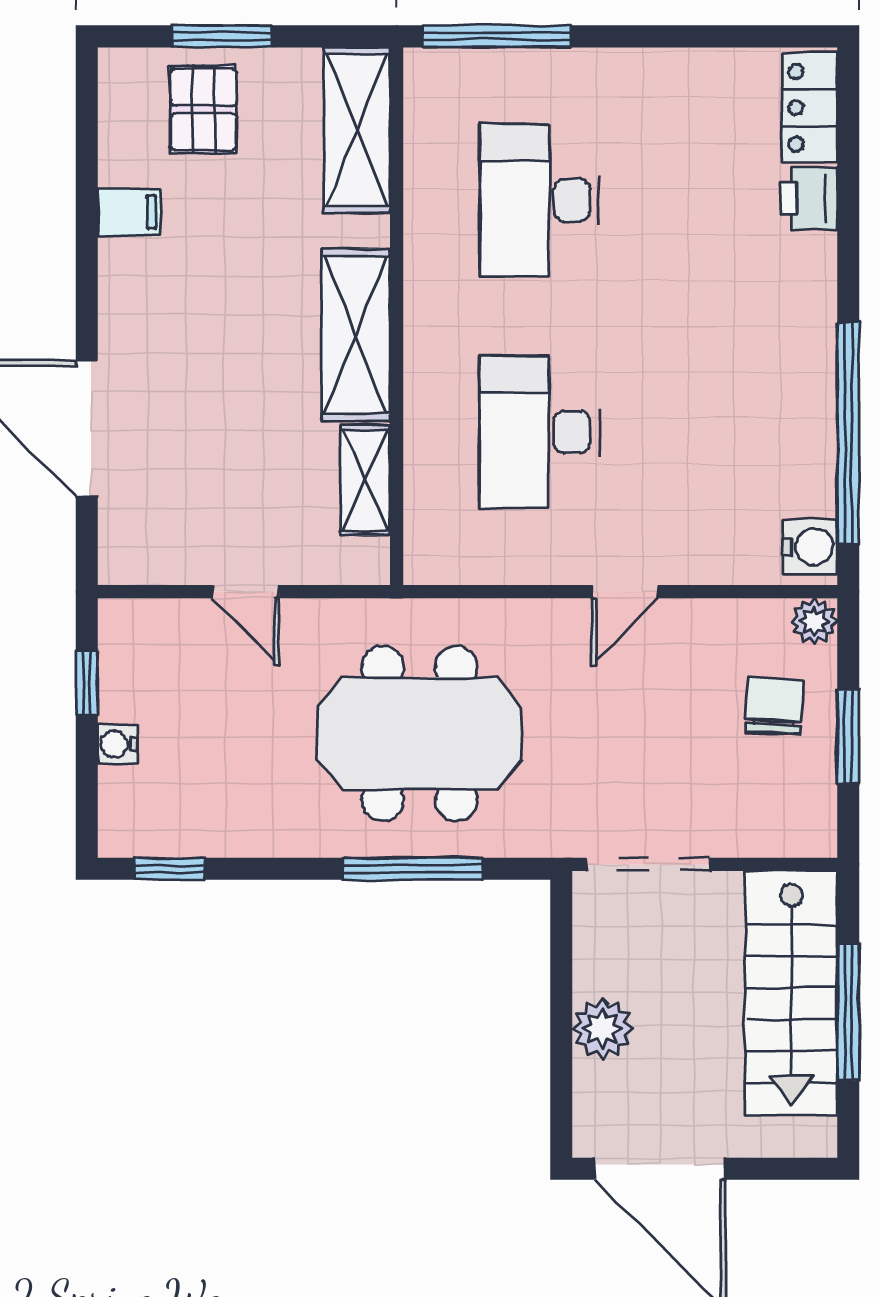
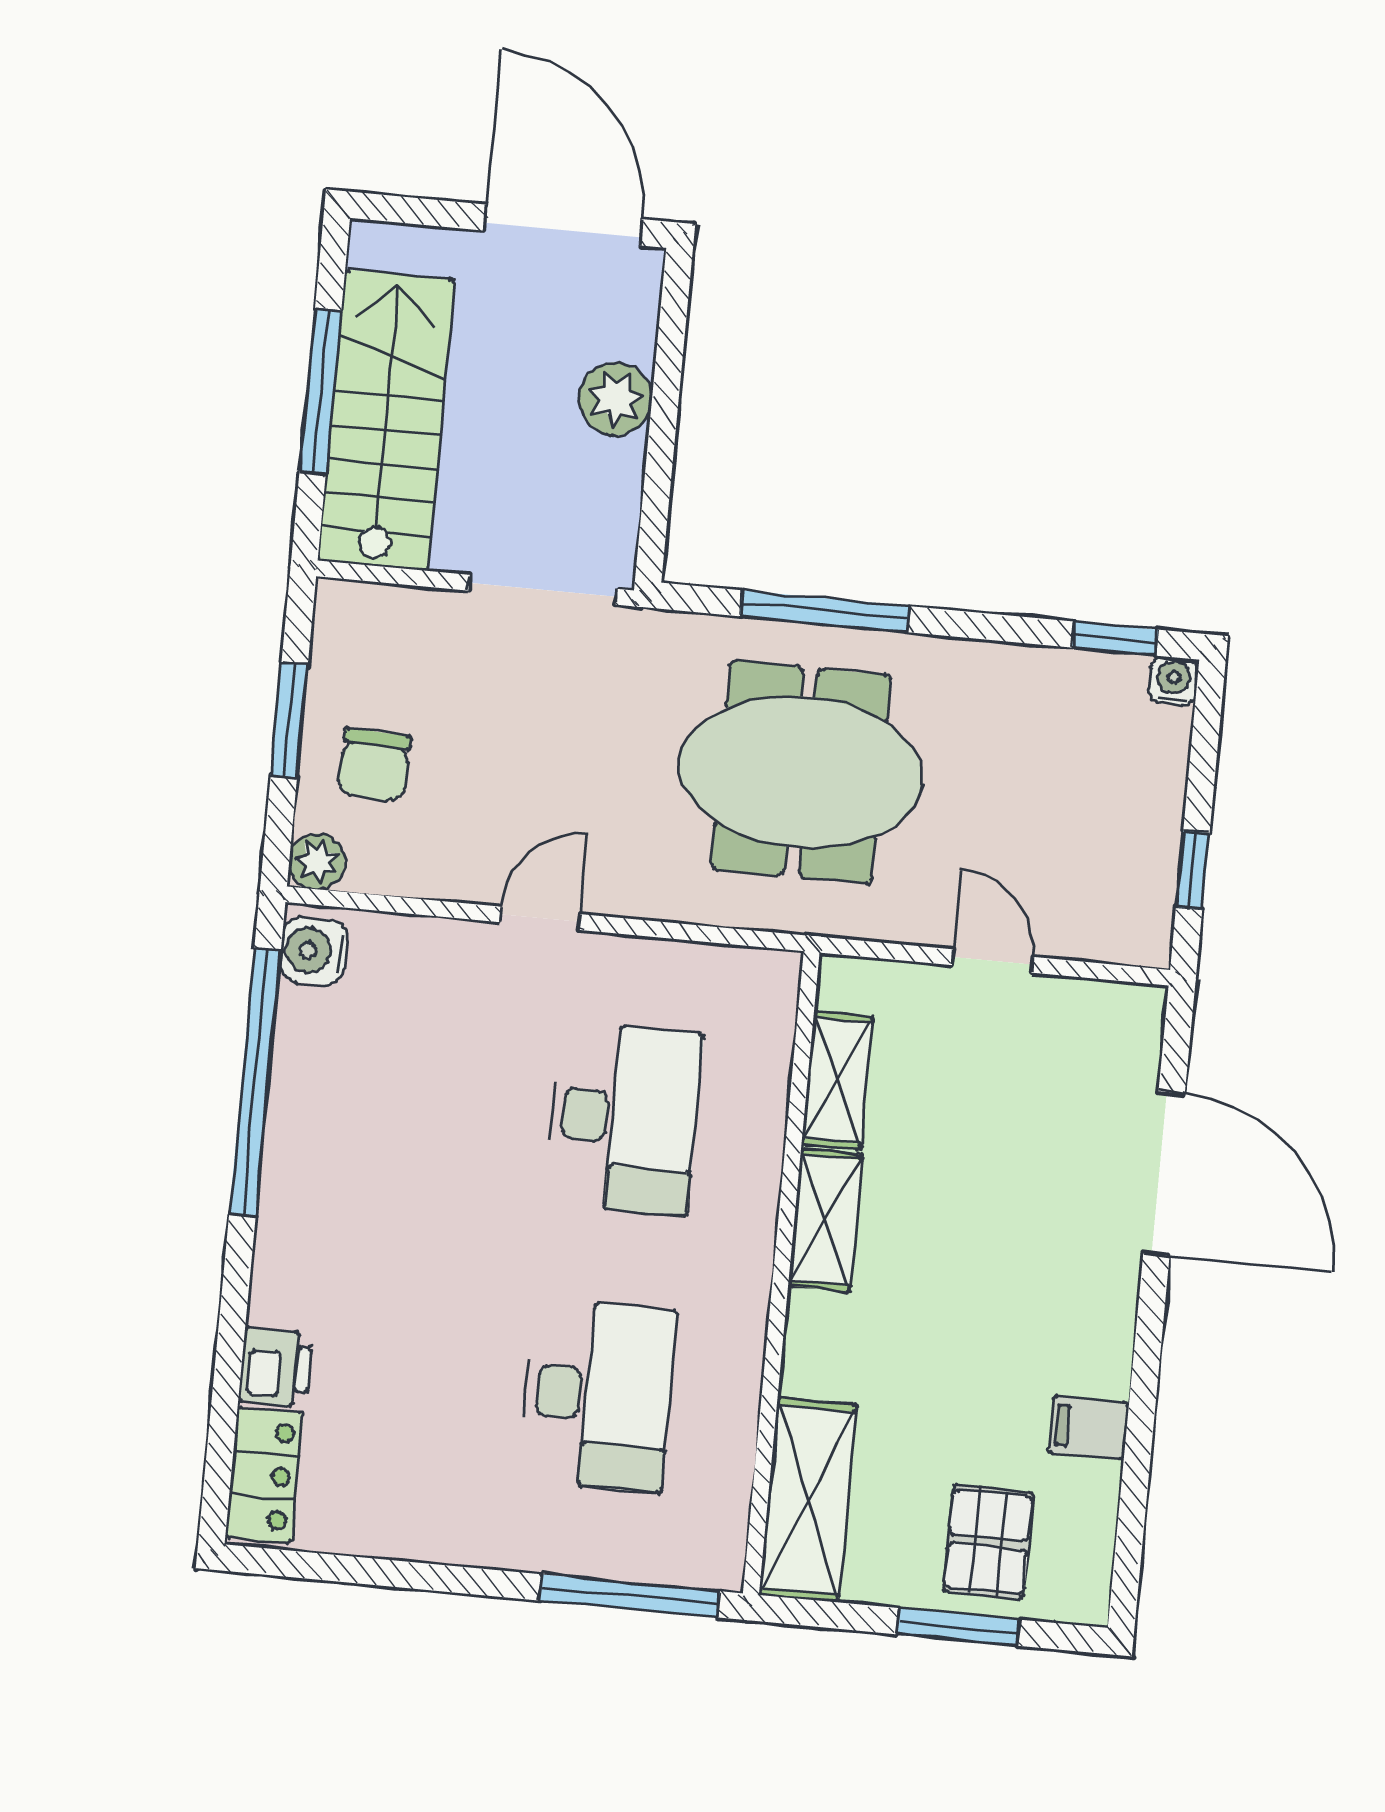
shelving: (356, 335) -> (825, 1220), width x0.67, depth x0.75
water cooler: (117, 744) -> (1174, 681), moved, turned -90

